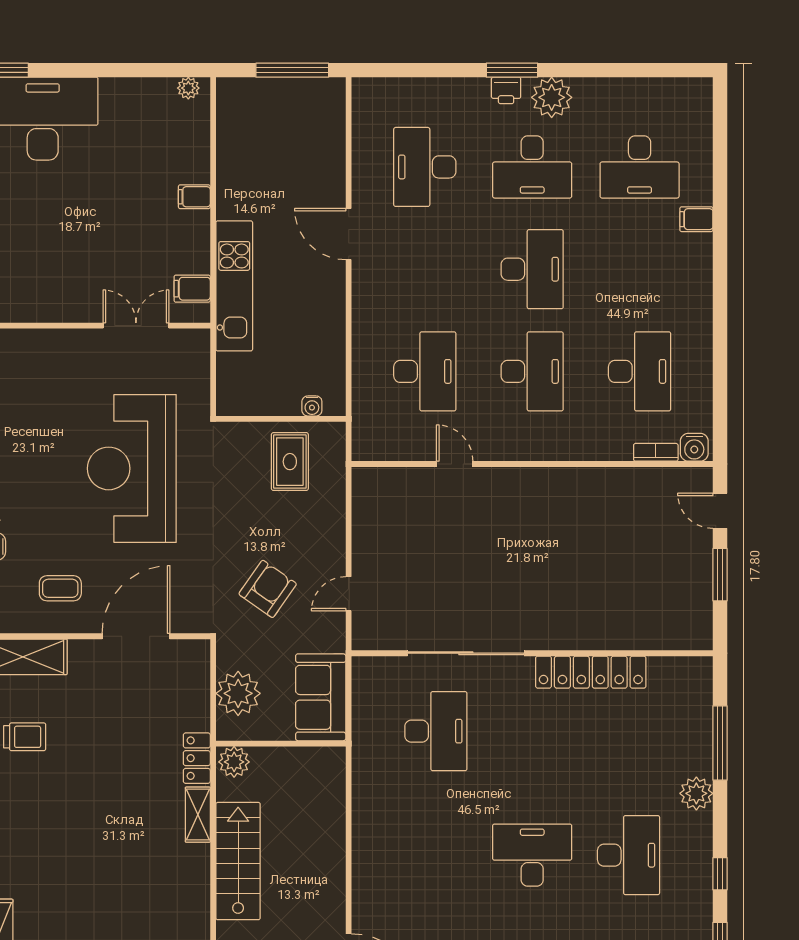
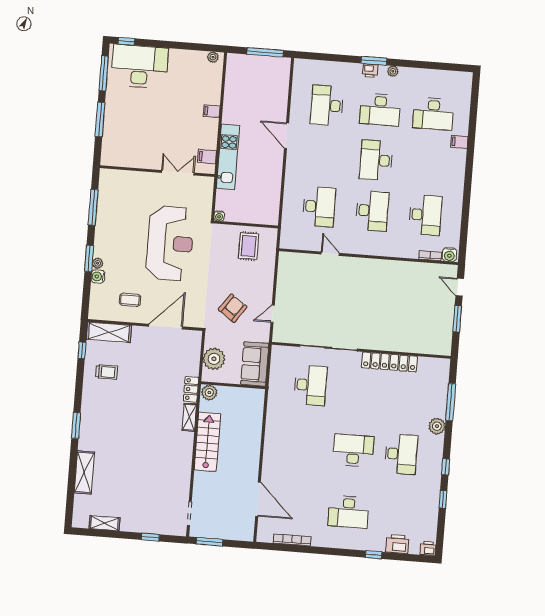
plant: (552, 97) -> (393, 71), width x0.53, depth x0.53
desk: (532, 269) -> (376, 160), turned 180
water cooler: (312, 406) -> (219, 216), moved
reception desk: (132, 468) -> (170, 243), turned 180

